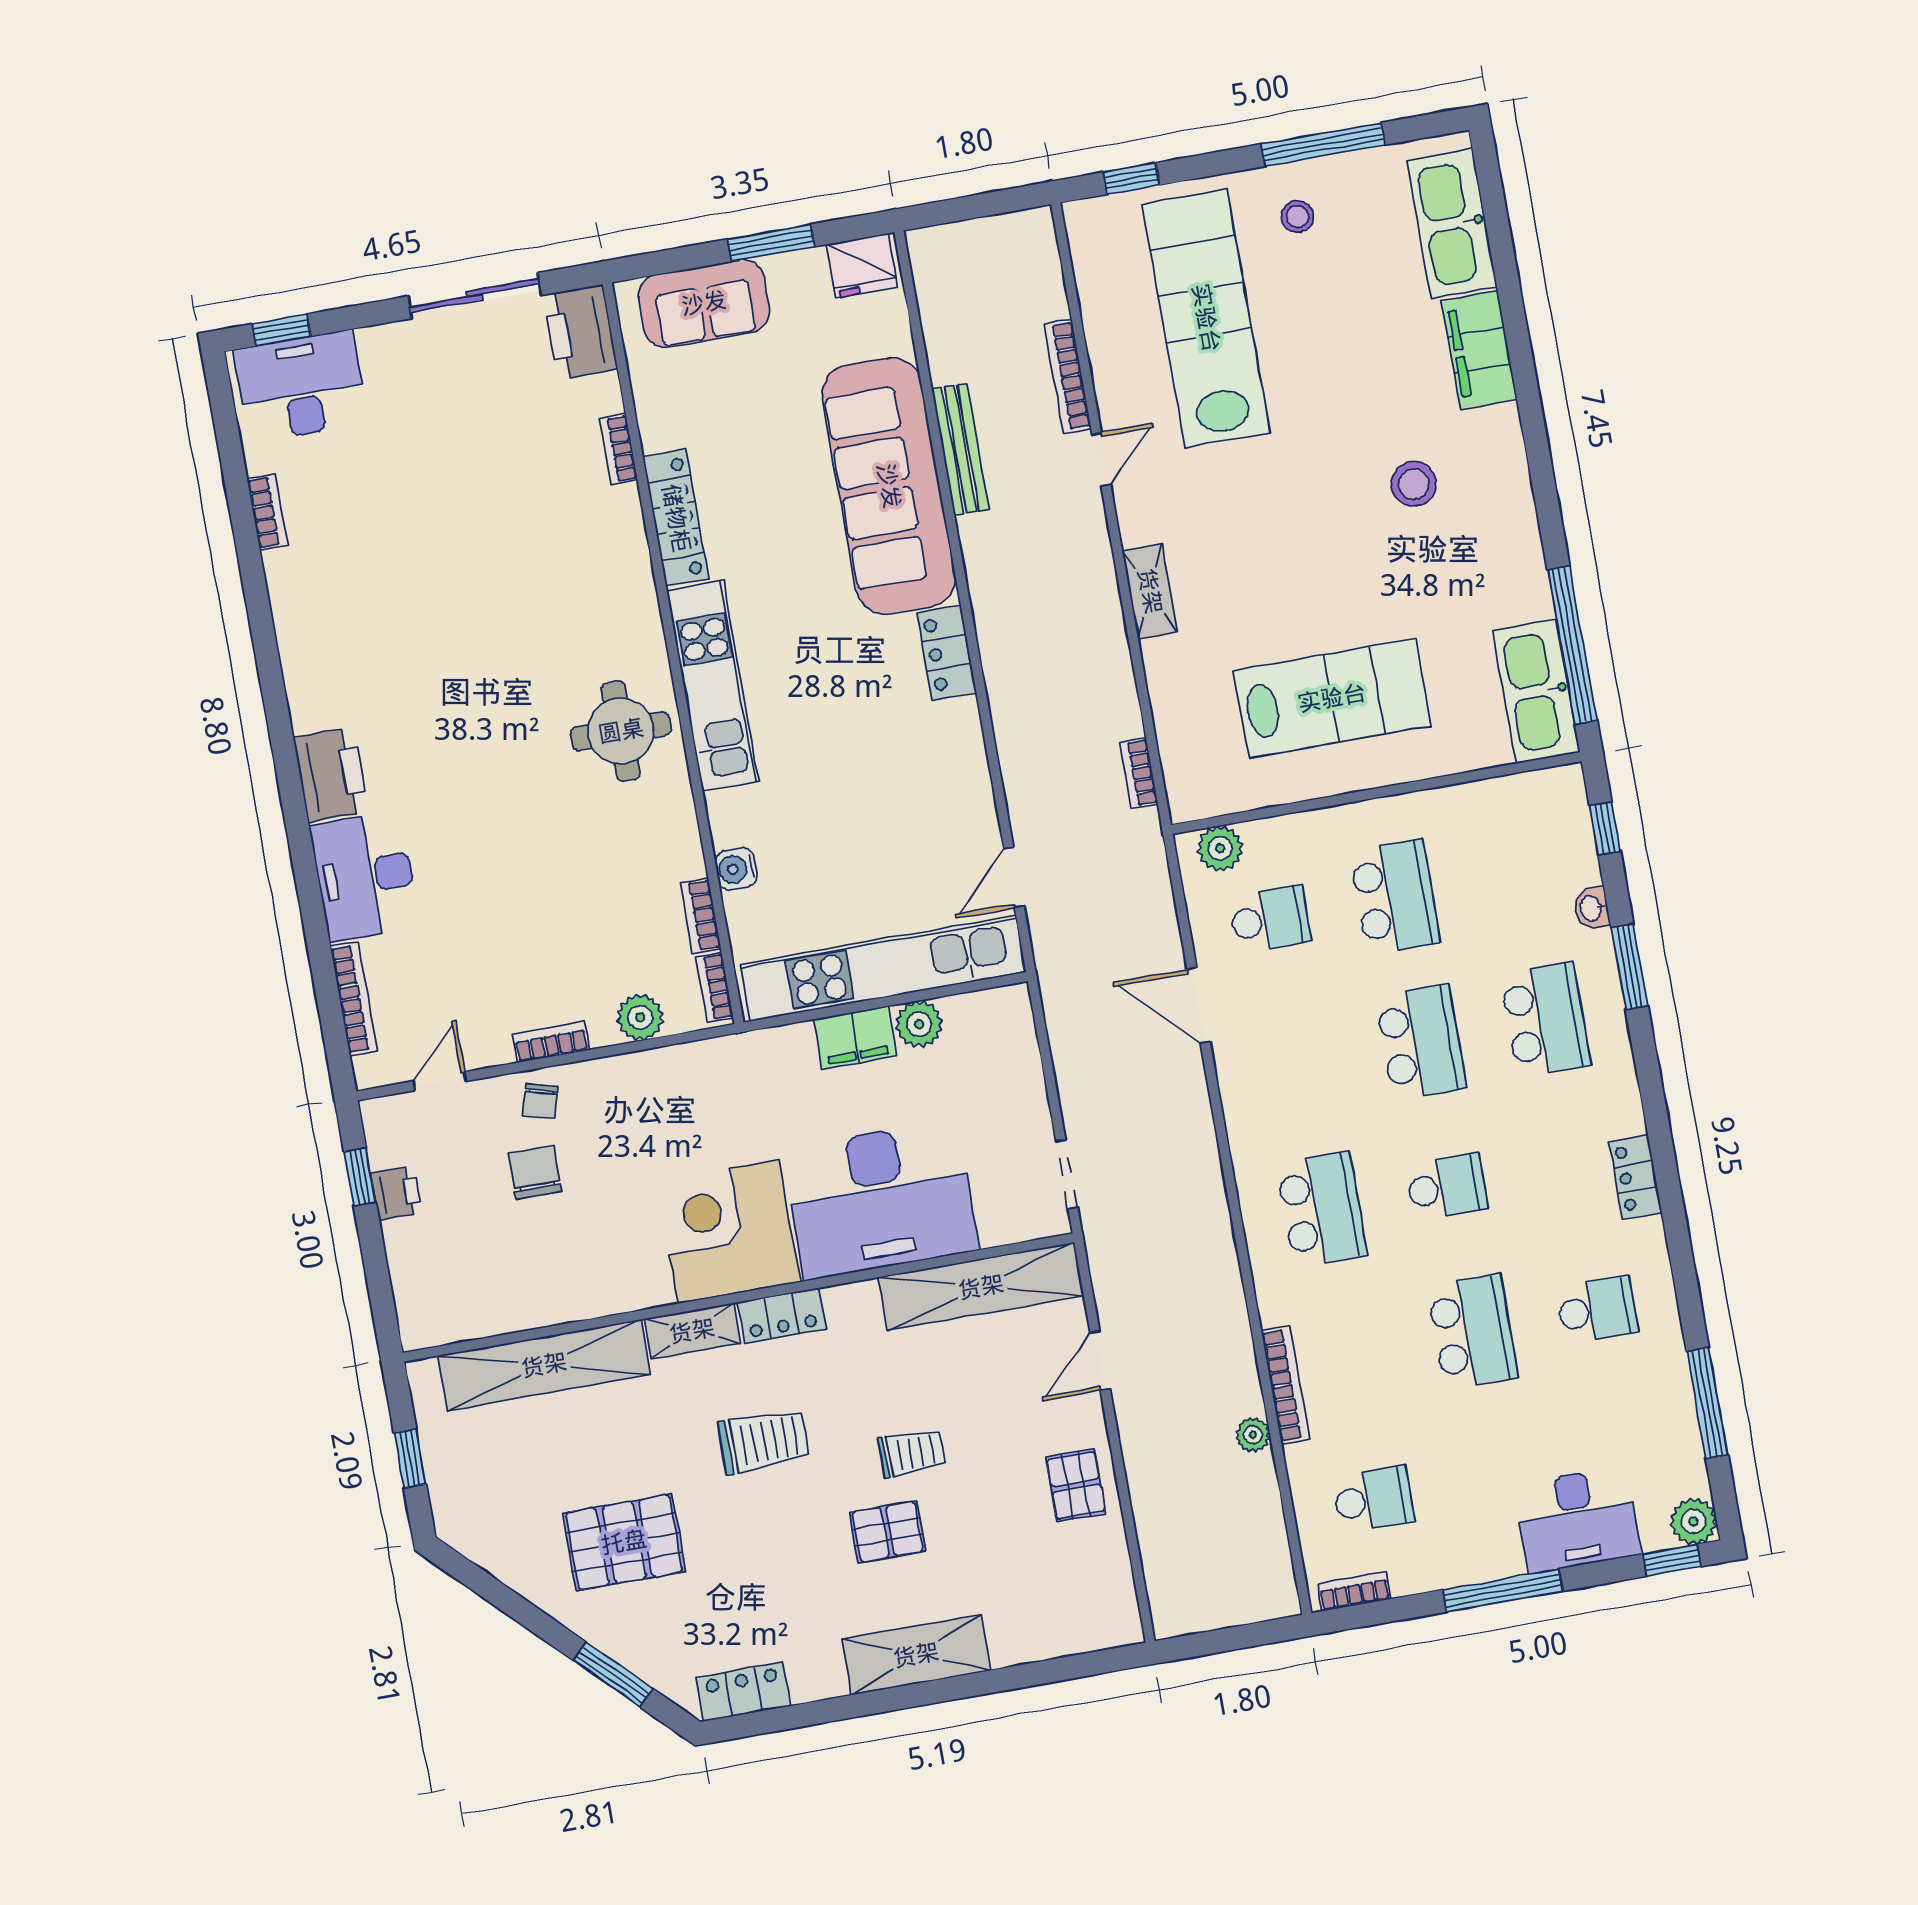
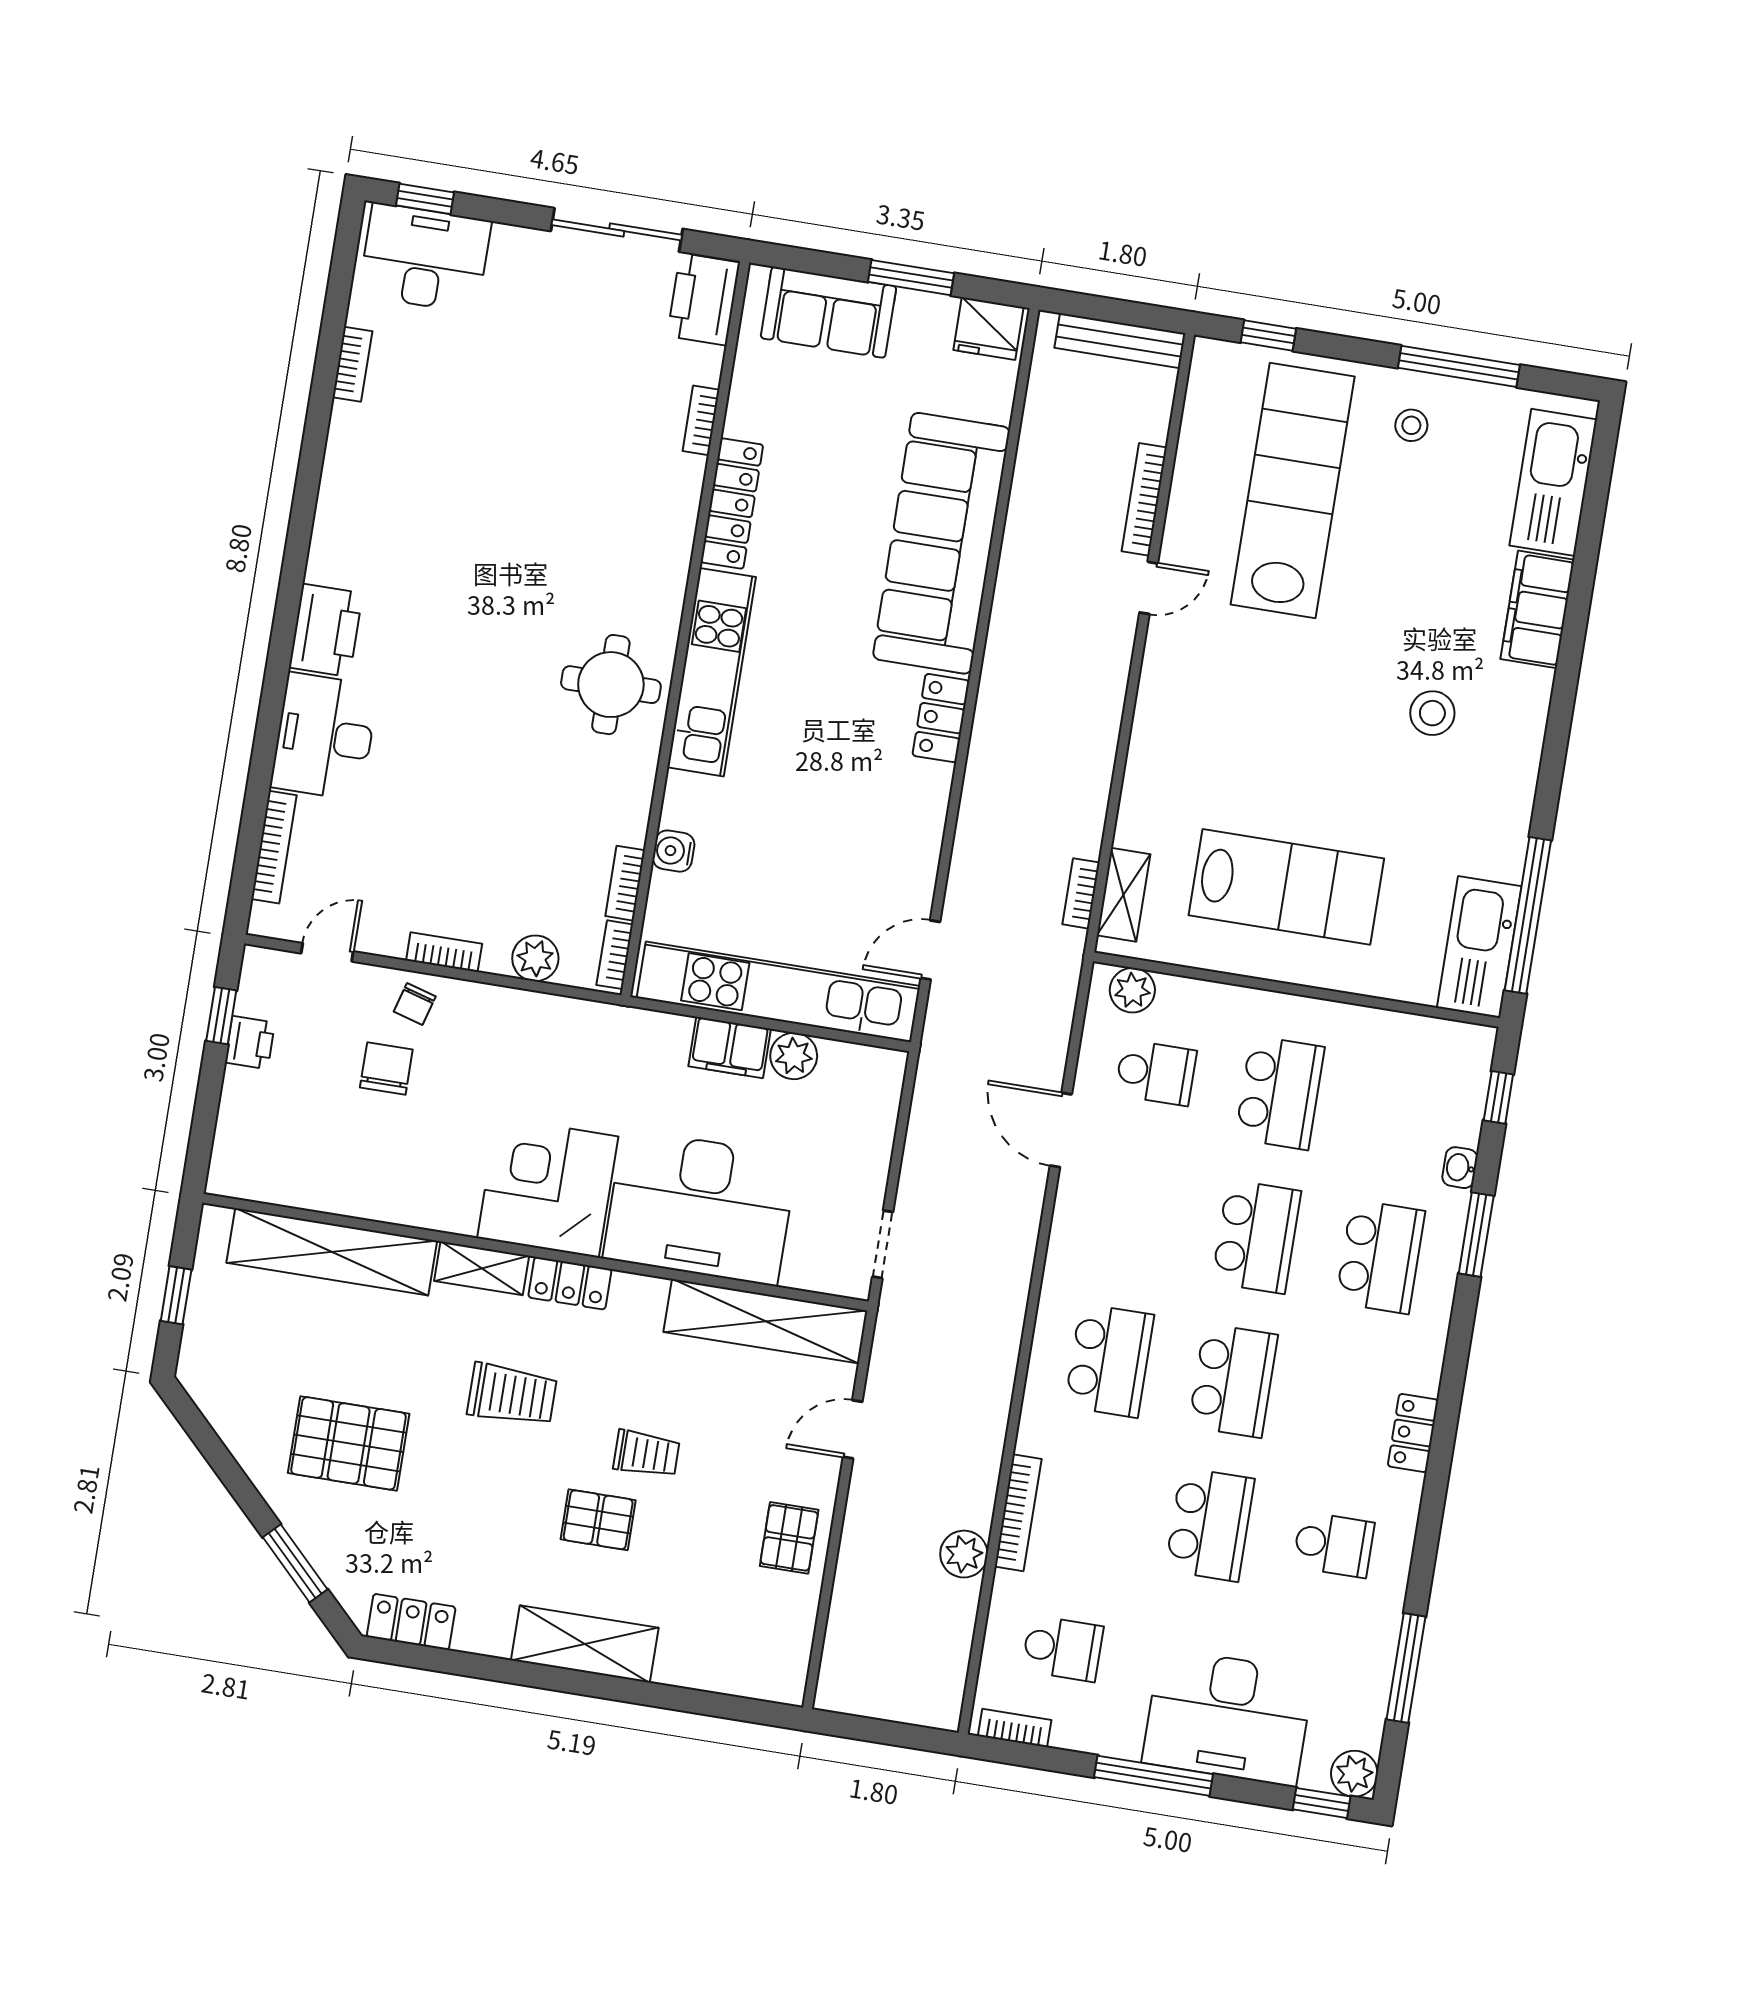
bench: (960, 449) -> (1120, 341), moved, turned 90
shelving: (1150, 591) -> (1124, 895), moved
school desk: (1446, 1187) -> (1233, 1381), width x1.85
plant: (1253, 1435) -> (964, 1554), width x1.38, depth x1.38
desk: (1577, 1520) -> (1228, 1717), width x1.36, depth x1.30

